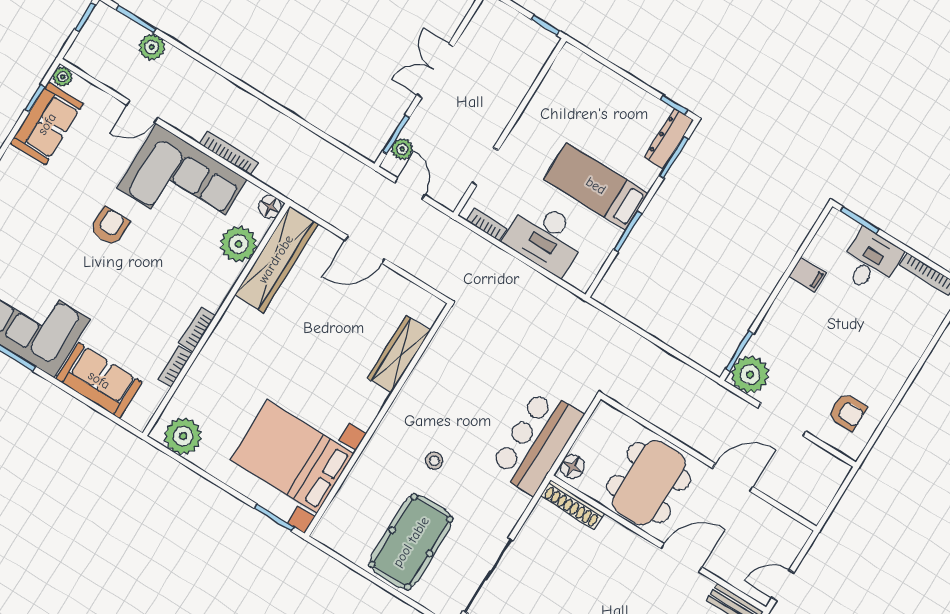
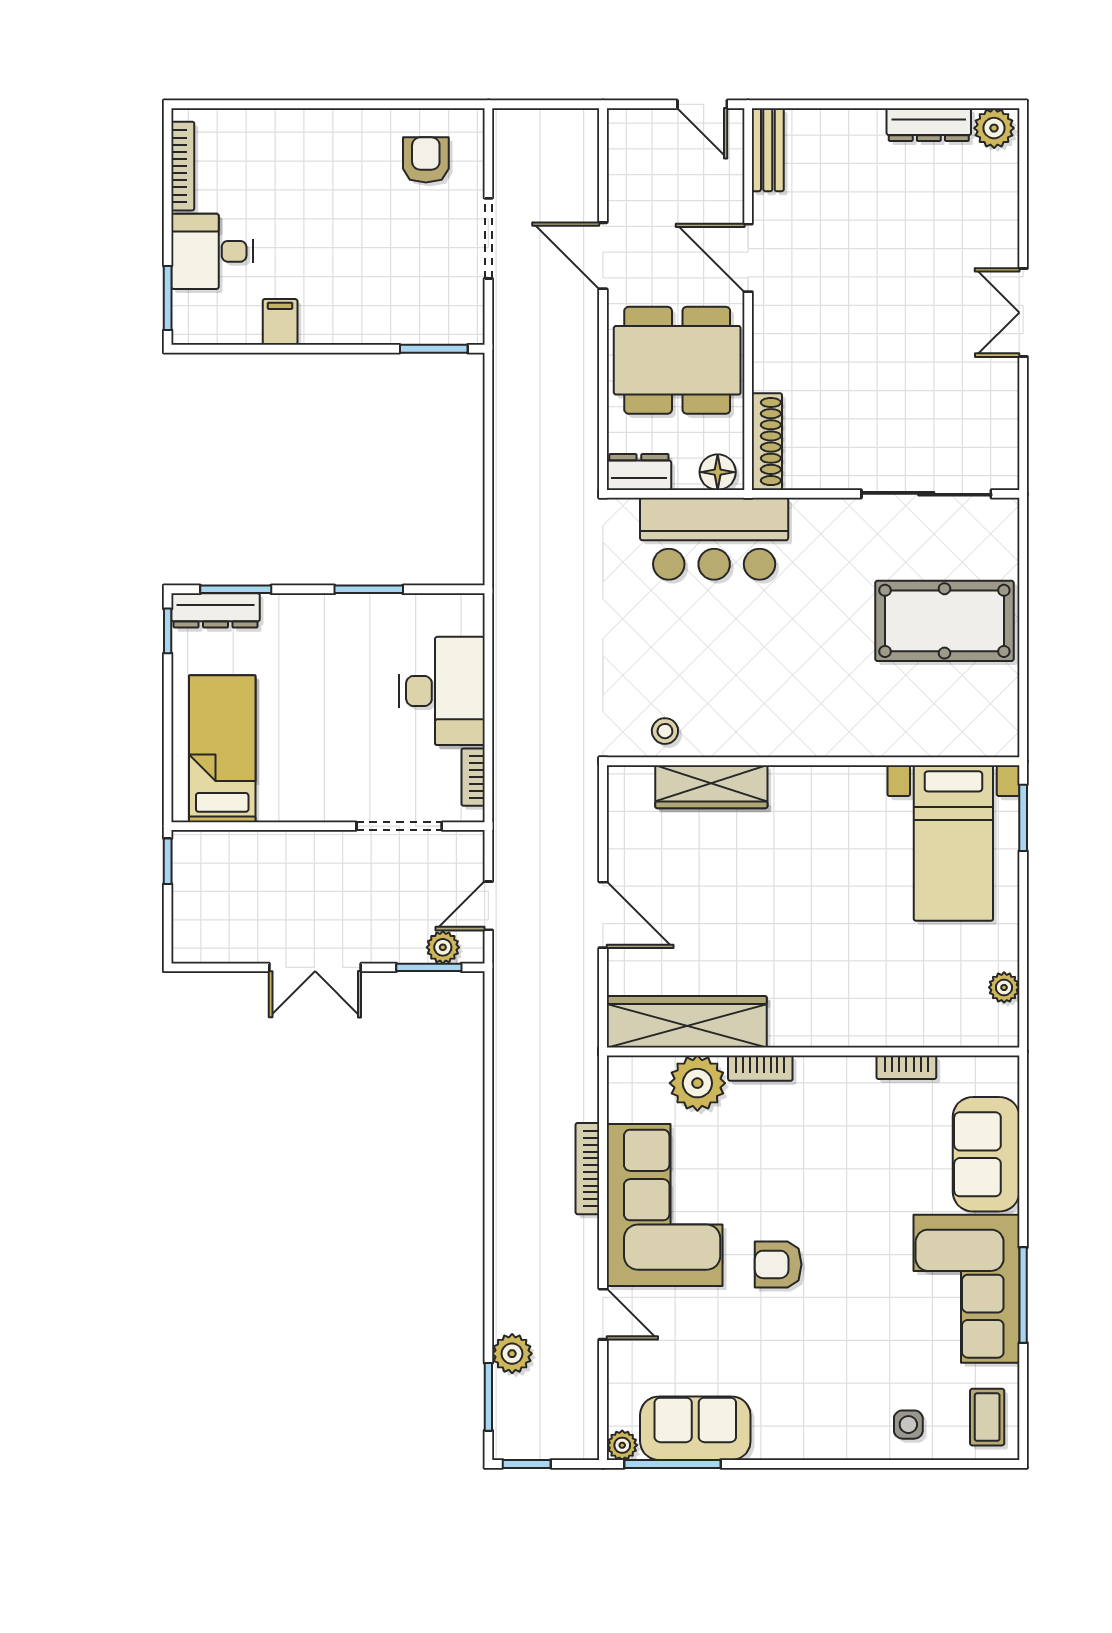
window: (35, 98) -> (673, 1464), width x2.17
doorway: (485, 167) -> (399, 826), width x1.38
bed: (596, 186) -> (222, 749), moved, turned 180
floor lamp: (270, 207) -> (624, 1072), removed
bookcase: (197, 330) -> (760, 1068), moved
plant: (750, 375) -> (456, 316), removed
dresser: (600, 423) -> (639, 472), added
plant: (183, 436) -> (1004, 987), width x0.53, depth x0.53
bed with nightstands: (292, 457) -> (953, 843), width x0.73
stool: (434, 461) -> (665, 731), moved

